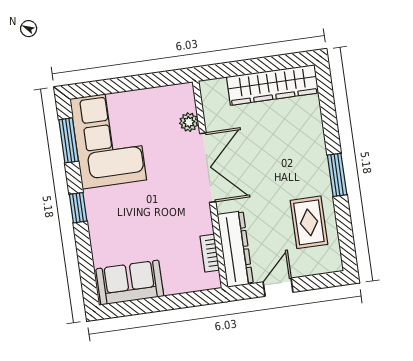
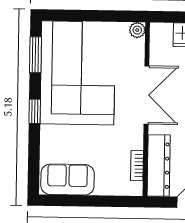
plant: (189, 122) -> (137, 30), moved
corner sofa: (108, 139) -> (78, 73), width x1.36, depth x1.36

